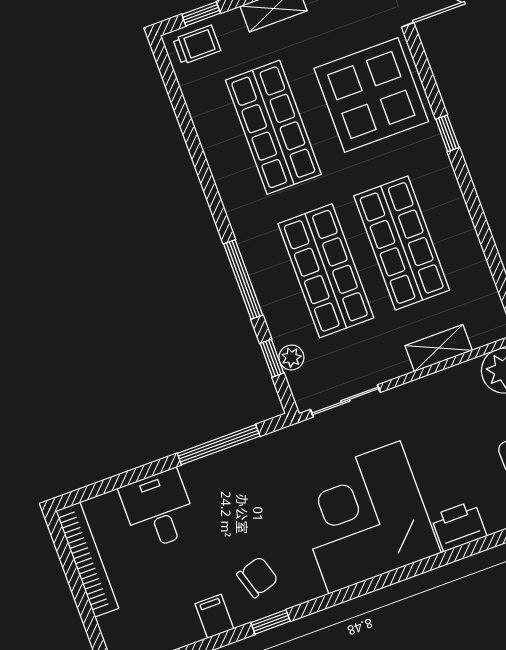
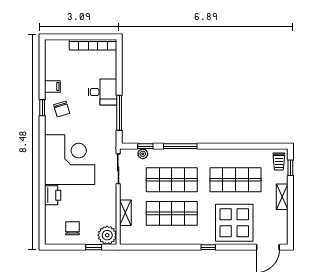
desk: (158, 509) -> (102, 92), moved

